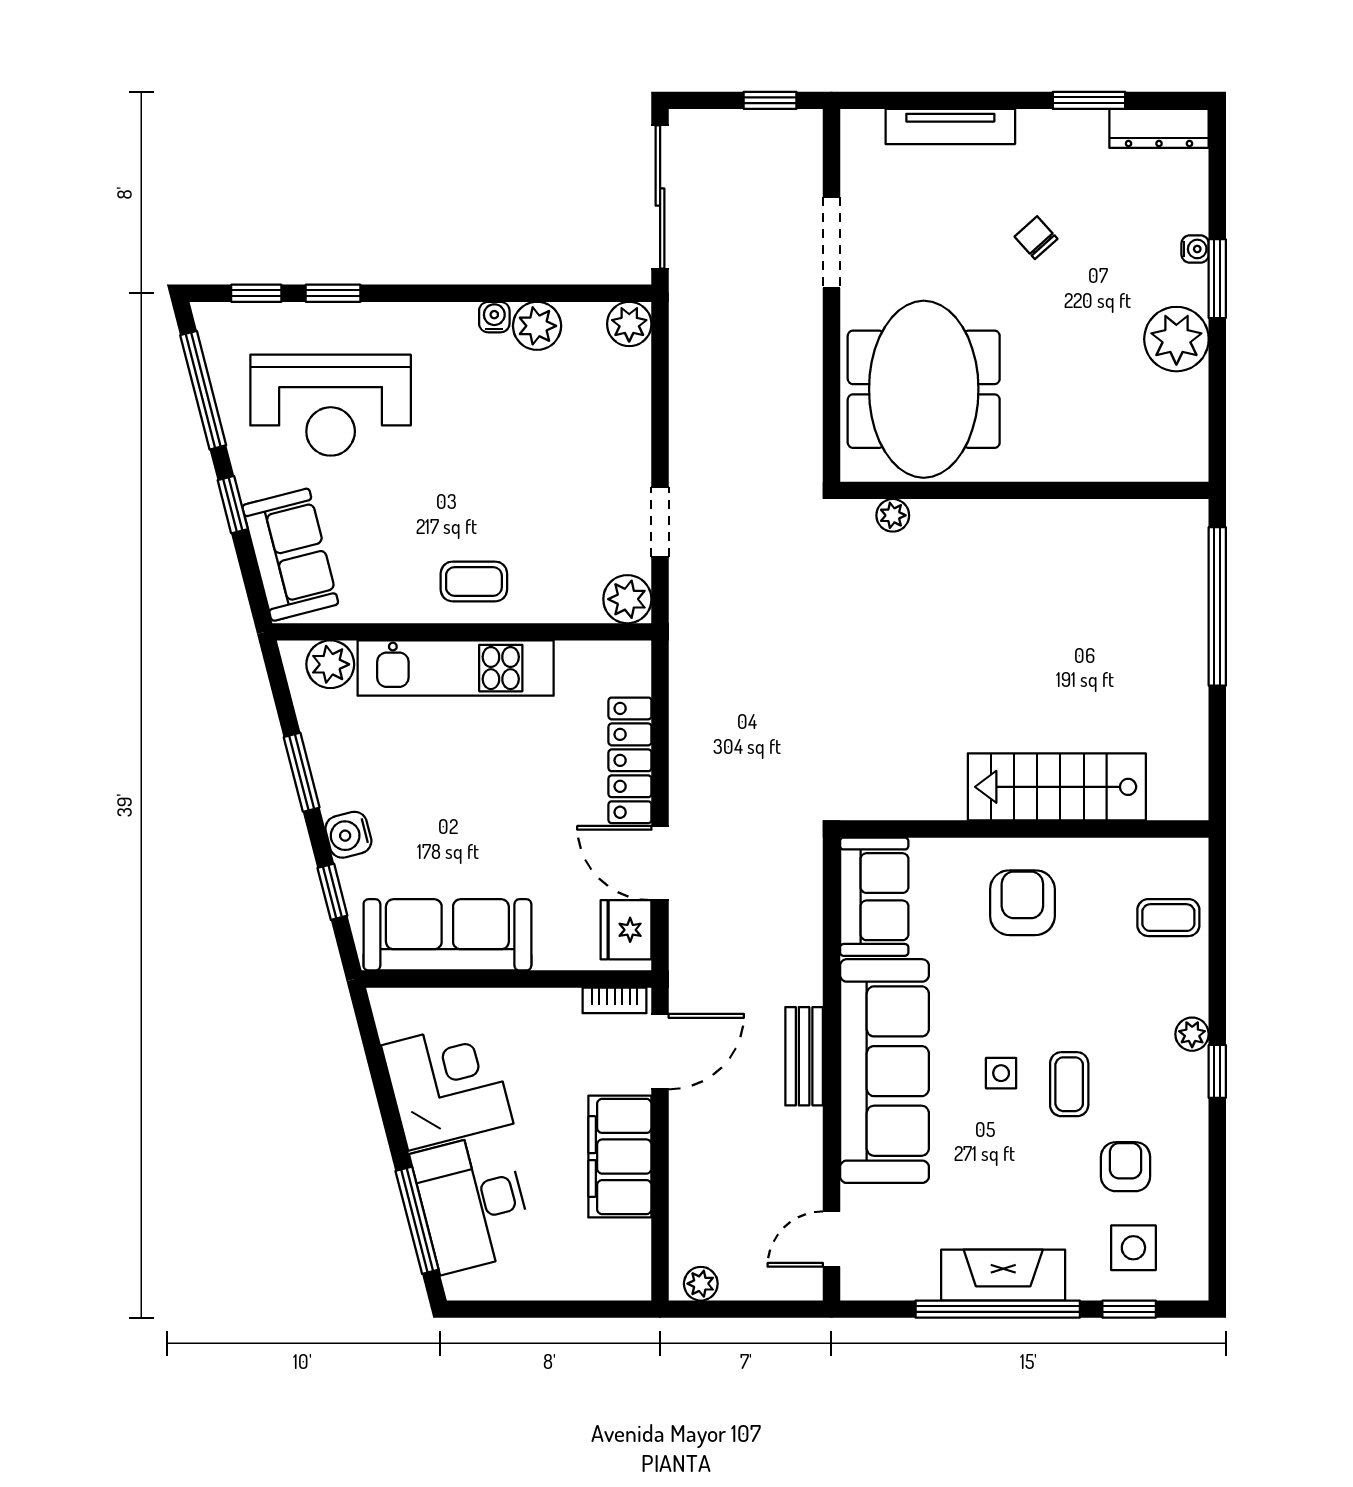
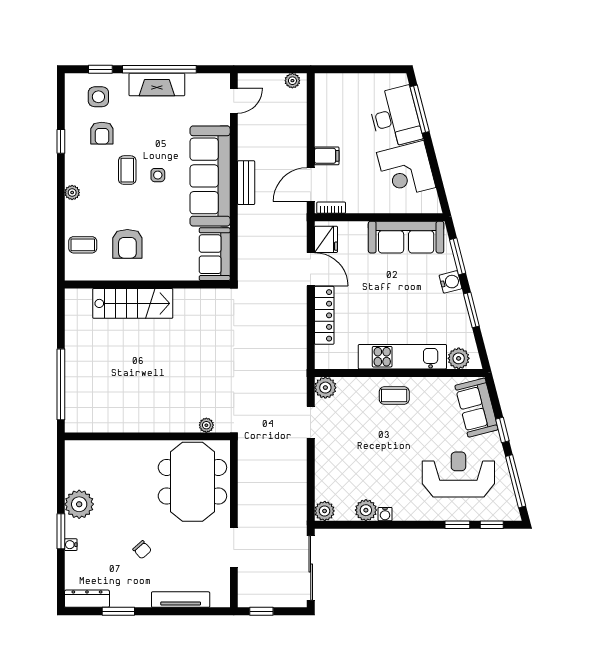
window: (332, 892) -> (458, 256), width x1.50
armchair: (1022, 903) -> (127, 244), moved
window: (1217, 1071) -> (61, 141), moved
filing cabinet: (620, 1157) -> (327, 156), width x0.33, depth x0.86

